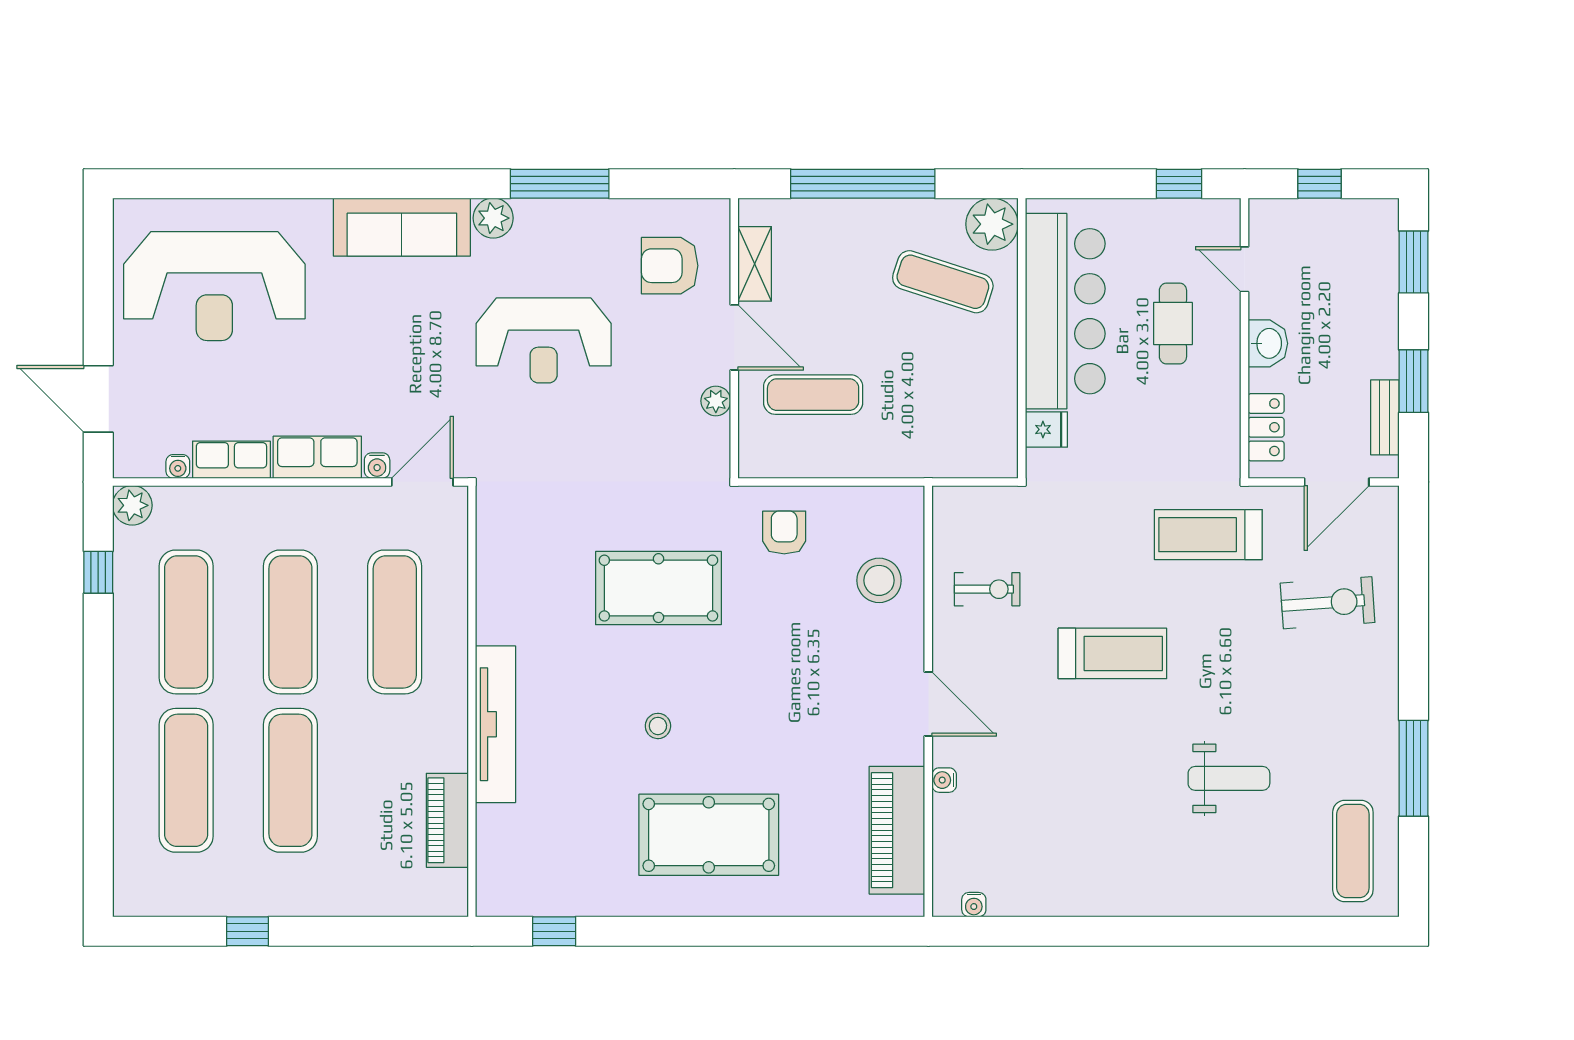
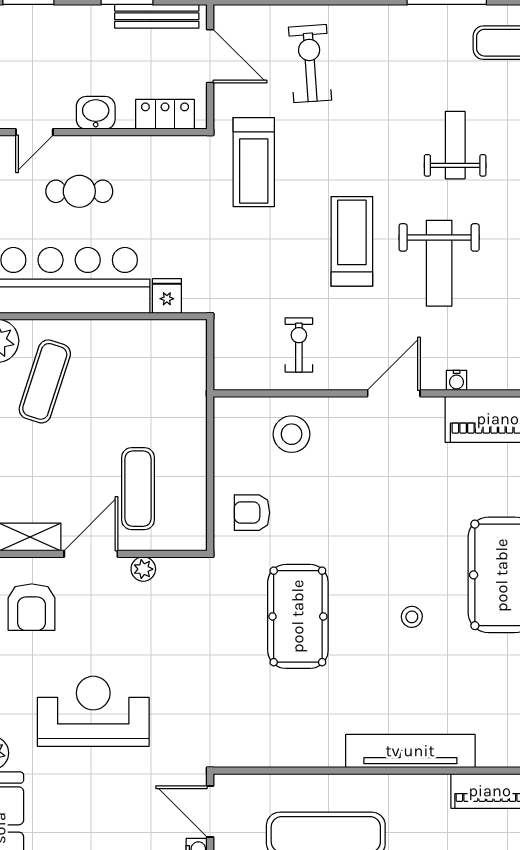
reception desk: (544, 340) -> (93, 711), turned -90
bench: (1385, 417) -> (157, 16), width x1.36
weight bench: (1086, 759) -> (439, 263), added

